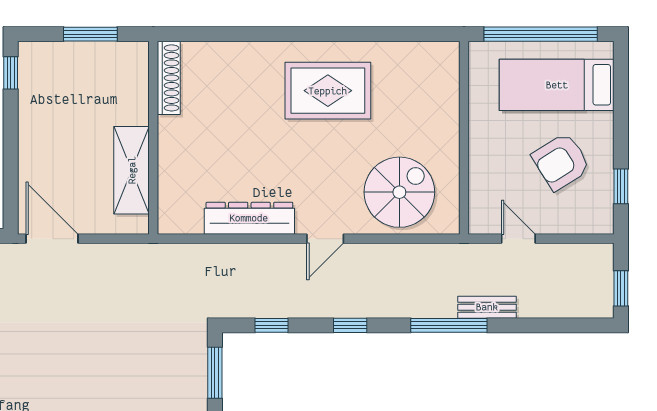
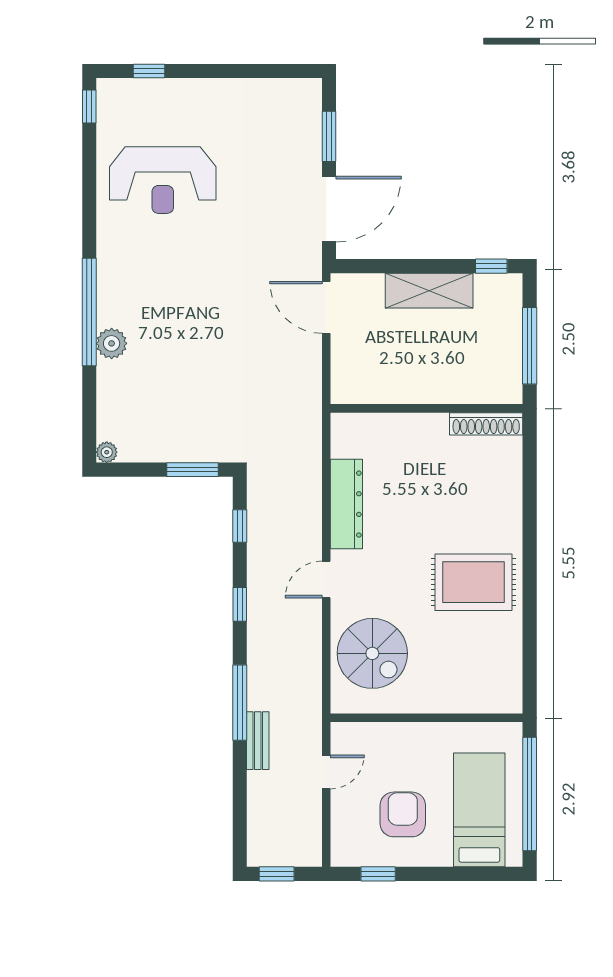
window: (90, 34) -> (530, 346), width x1.44
rug: (328, 91) -> (473, 582), turned 90
armchair: (561, 162) -> (403, 814), turned 32
shelving: (132, 170) -> (429, 291), moved
door: (52, 239) -> (326, 307), swing flipped
door: (325, 239) -> (326, 580), hinge flipped

